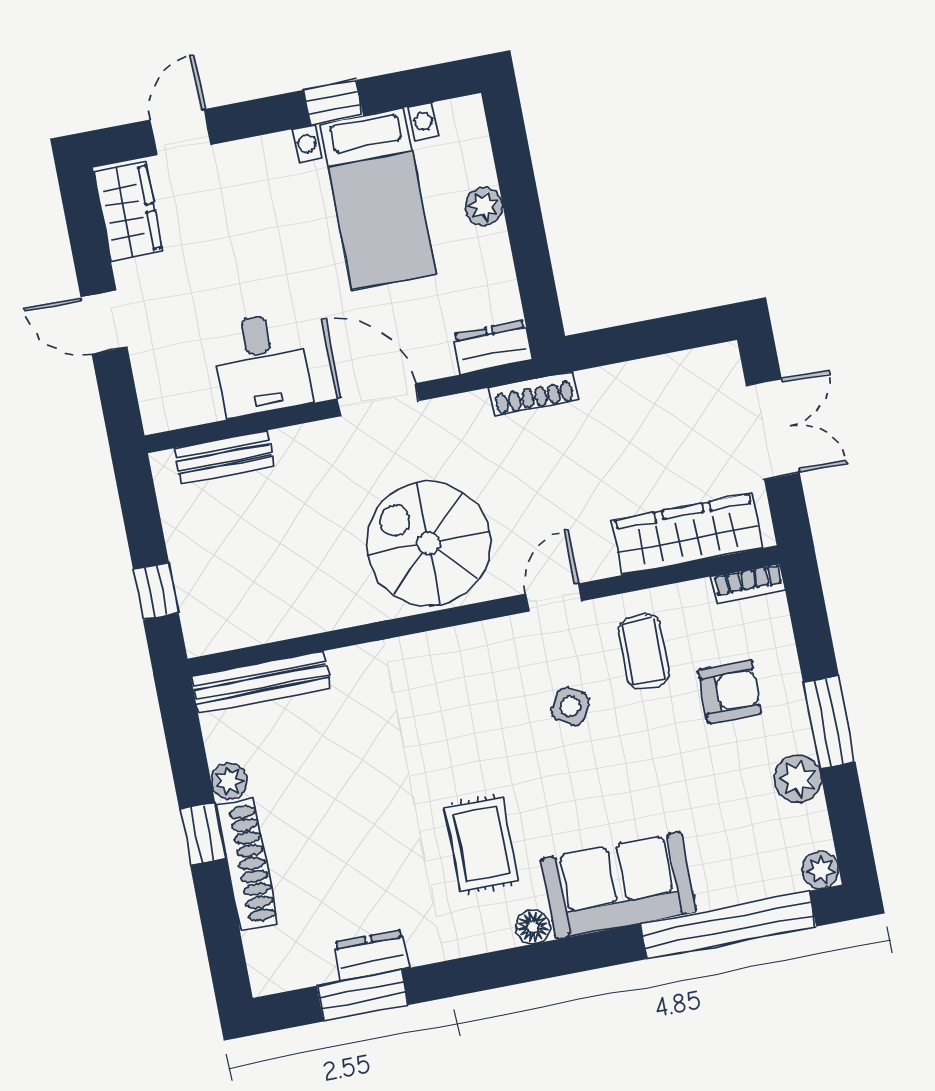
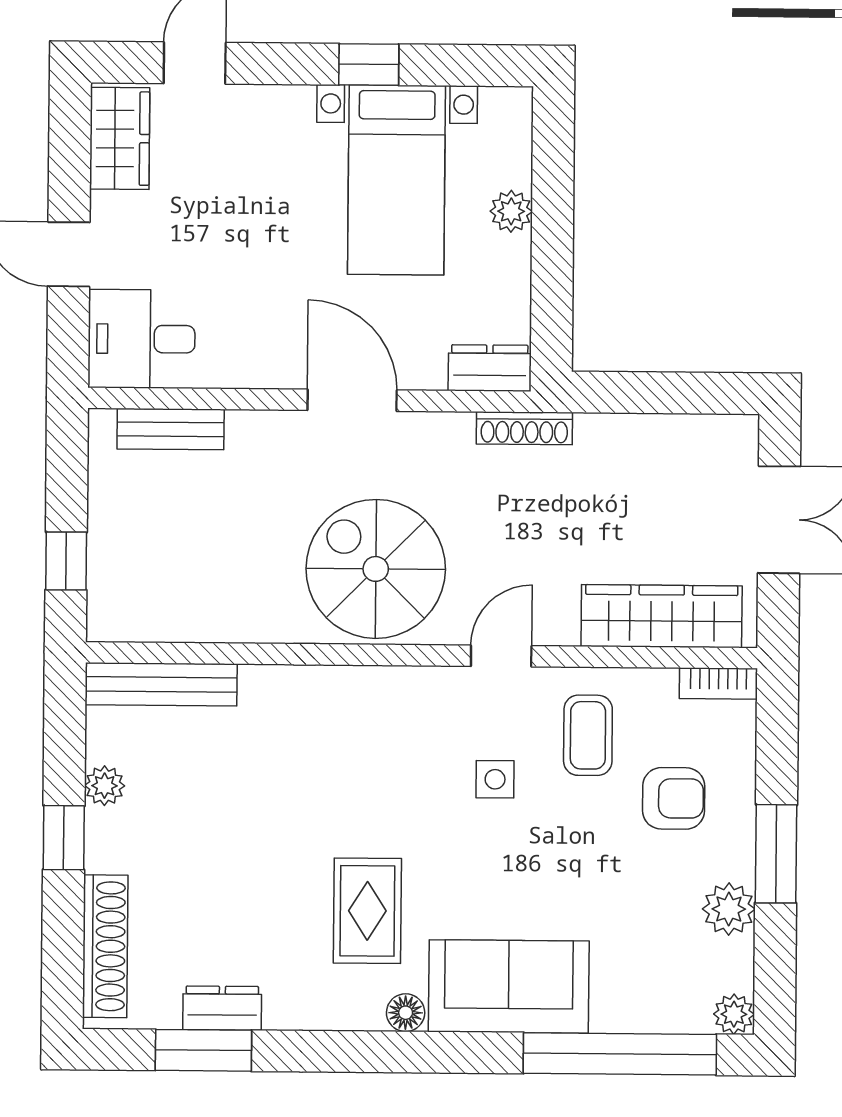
desk: (261, 365) -> (142, 339), moved, turned 90
side table: (570, 707) -> (495, 779), turned -31
shoe rack: (247, 865) -> (105, 946), moved

